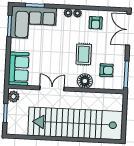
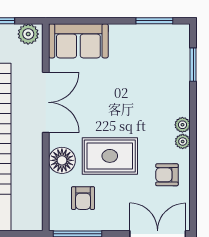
corner sofa: (33, 23) -> (162, 64), removed
rug: (84, 54) -> (110, 156), width x1.36, depth x1.43
double door: (52, 88) -> (46, 102), width x1.37

